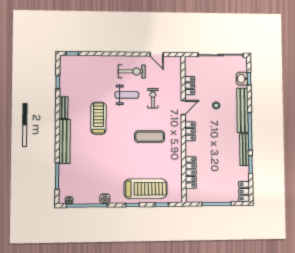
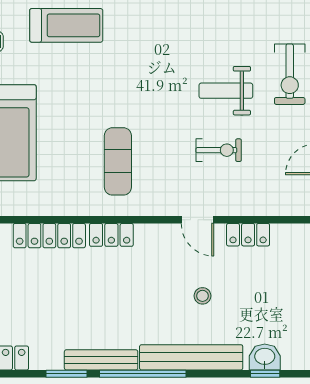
exercise bike: (132, 71) -> (290, 74), moved
weight bench: (127, 95) -> (226, 91), turned 90
treadmill: (98, 118) -> (66, 25), moved
locker: (190, 131) -> (111, 235), moved
exercise mat: (150, 137) -> (118, 161), moved

